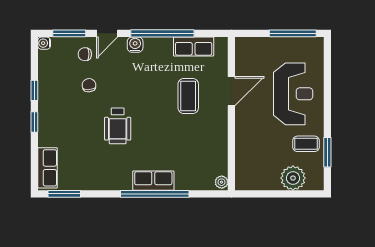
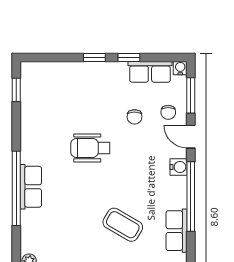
chair: (85, 54) -> (168, 112), turned 180
chair: (89, 85) -> (134, 117), turned 95
coffee table: (188, 96) -> (123, 225), turned 30
row of seats: (48, 168) -> (150, 72), moved
window: (64, 194) -> (16, 90), width x0.67

